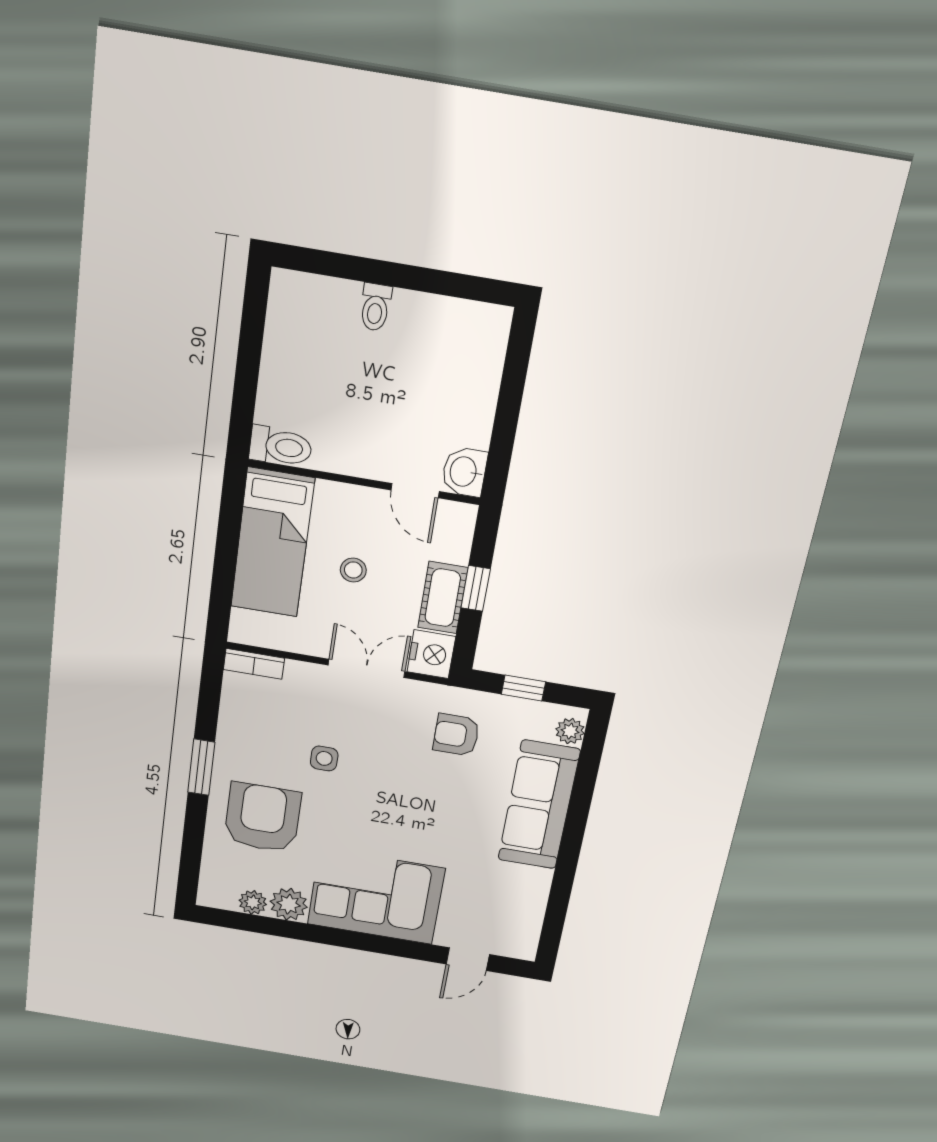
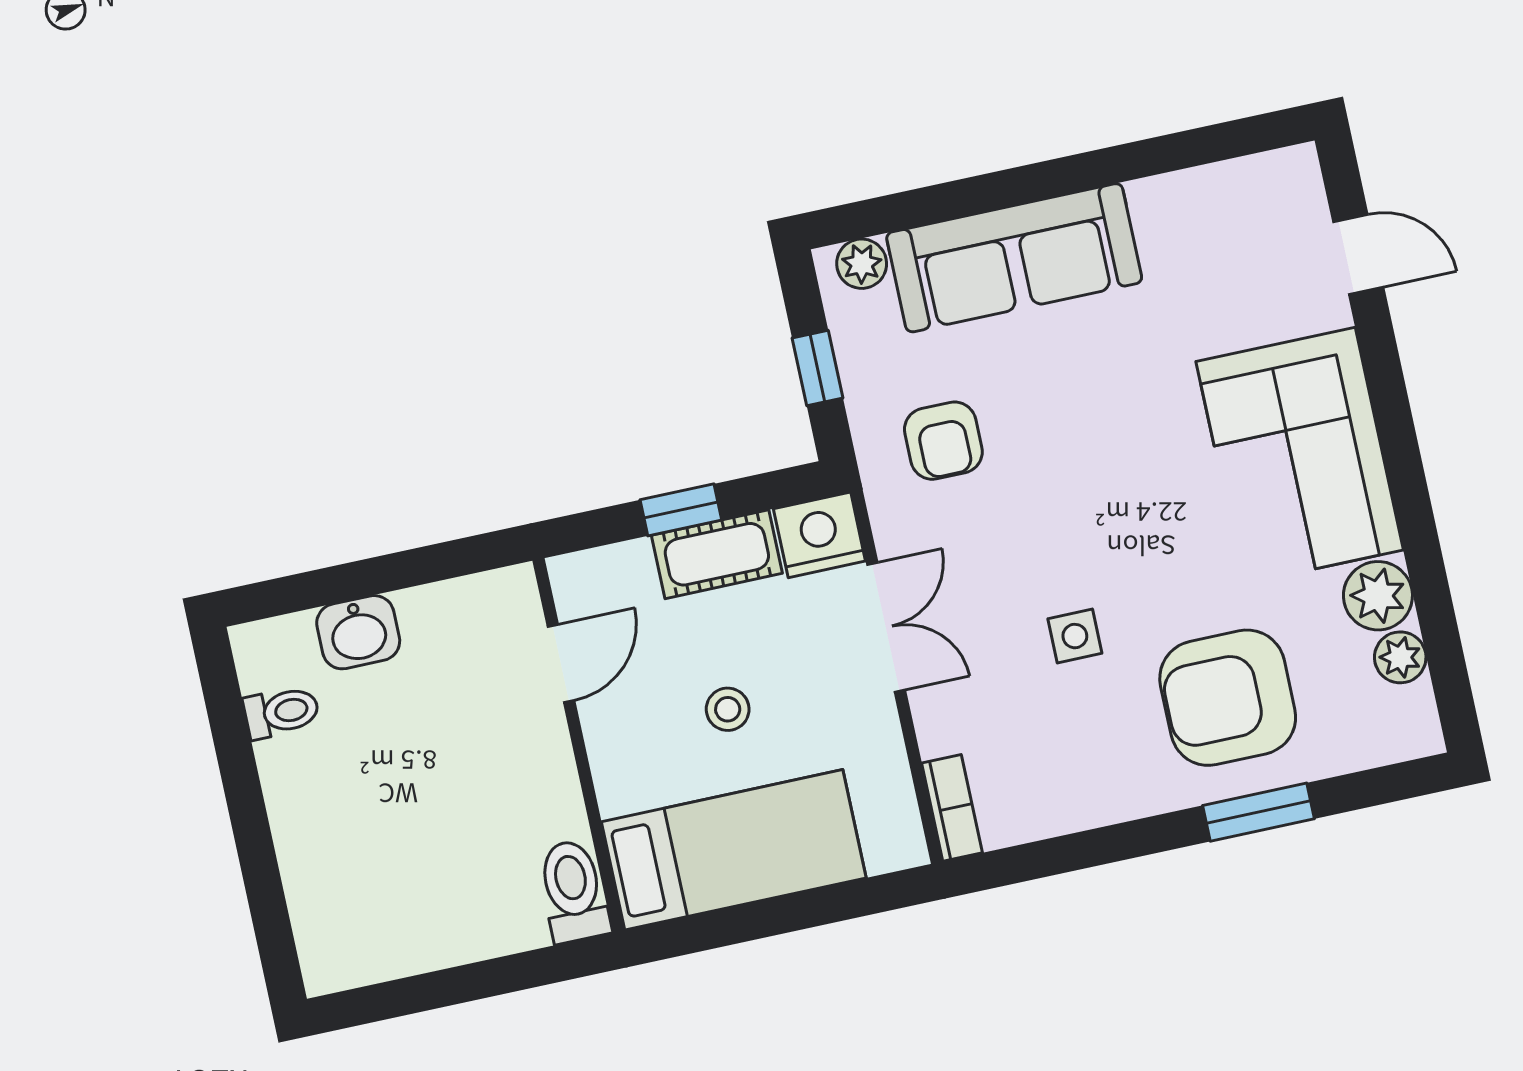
toilet: (375, 307) -> (282, 712), moved
washbasin: (464, 472) -> (358, 632), moved
double door: (366, 668) -> (886, 627), swing flipped
window: (201, 767) -> (1258, 812), moved

